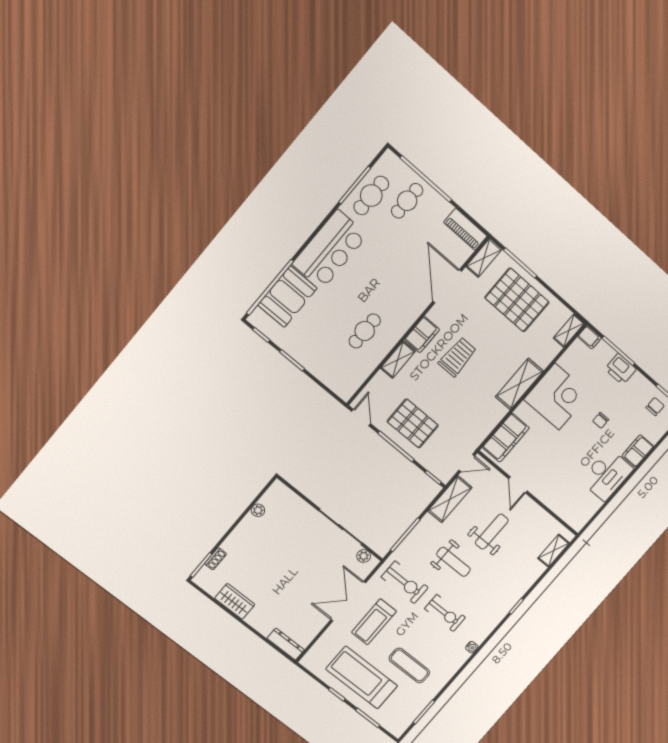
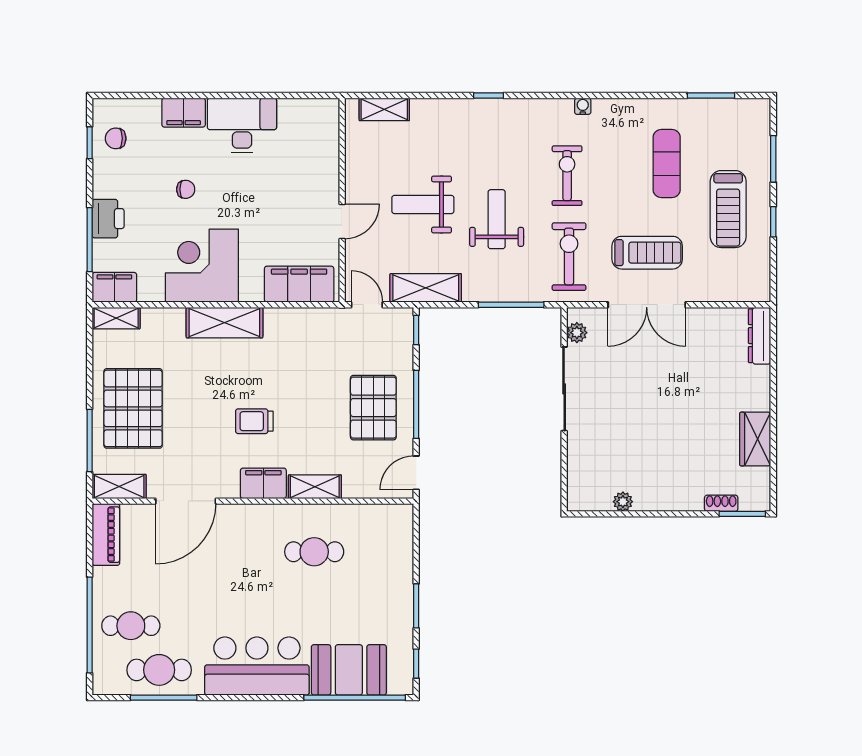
filing cabinet: (590, 337) -> (114, 287), width x2.00
trolley: (457, 357) -> (254, 421), width x0.73, depth x0.72
treadmill: (362, 678) -> (728, 209), width x0.73, depth x0.73

